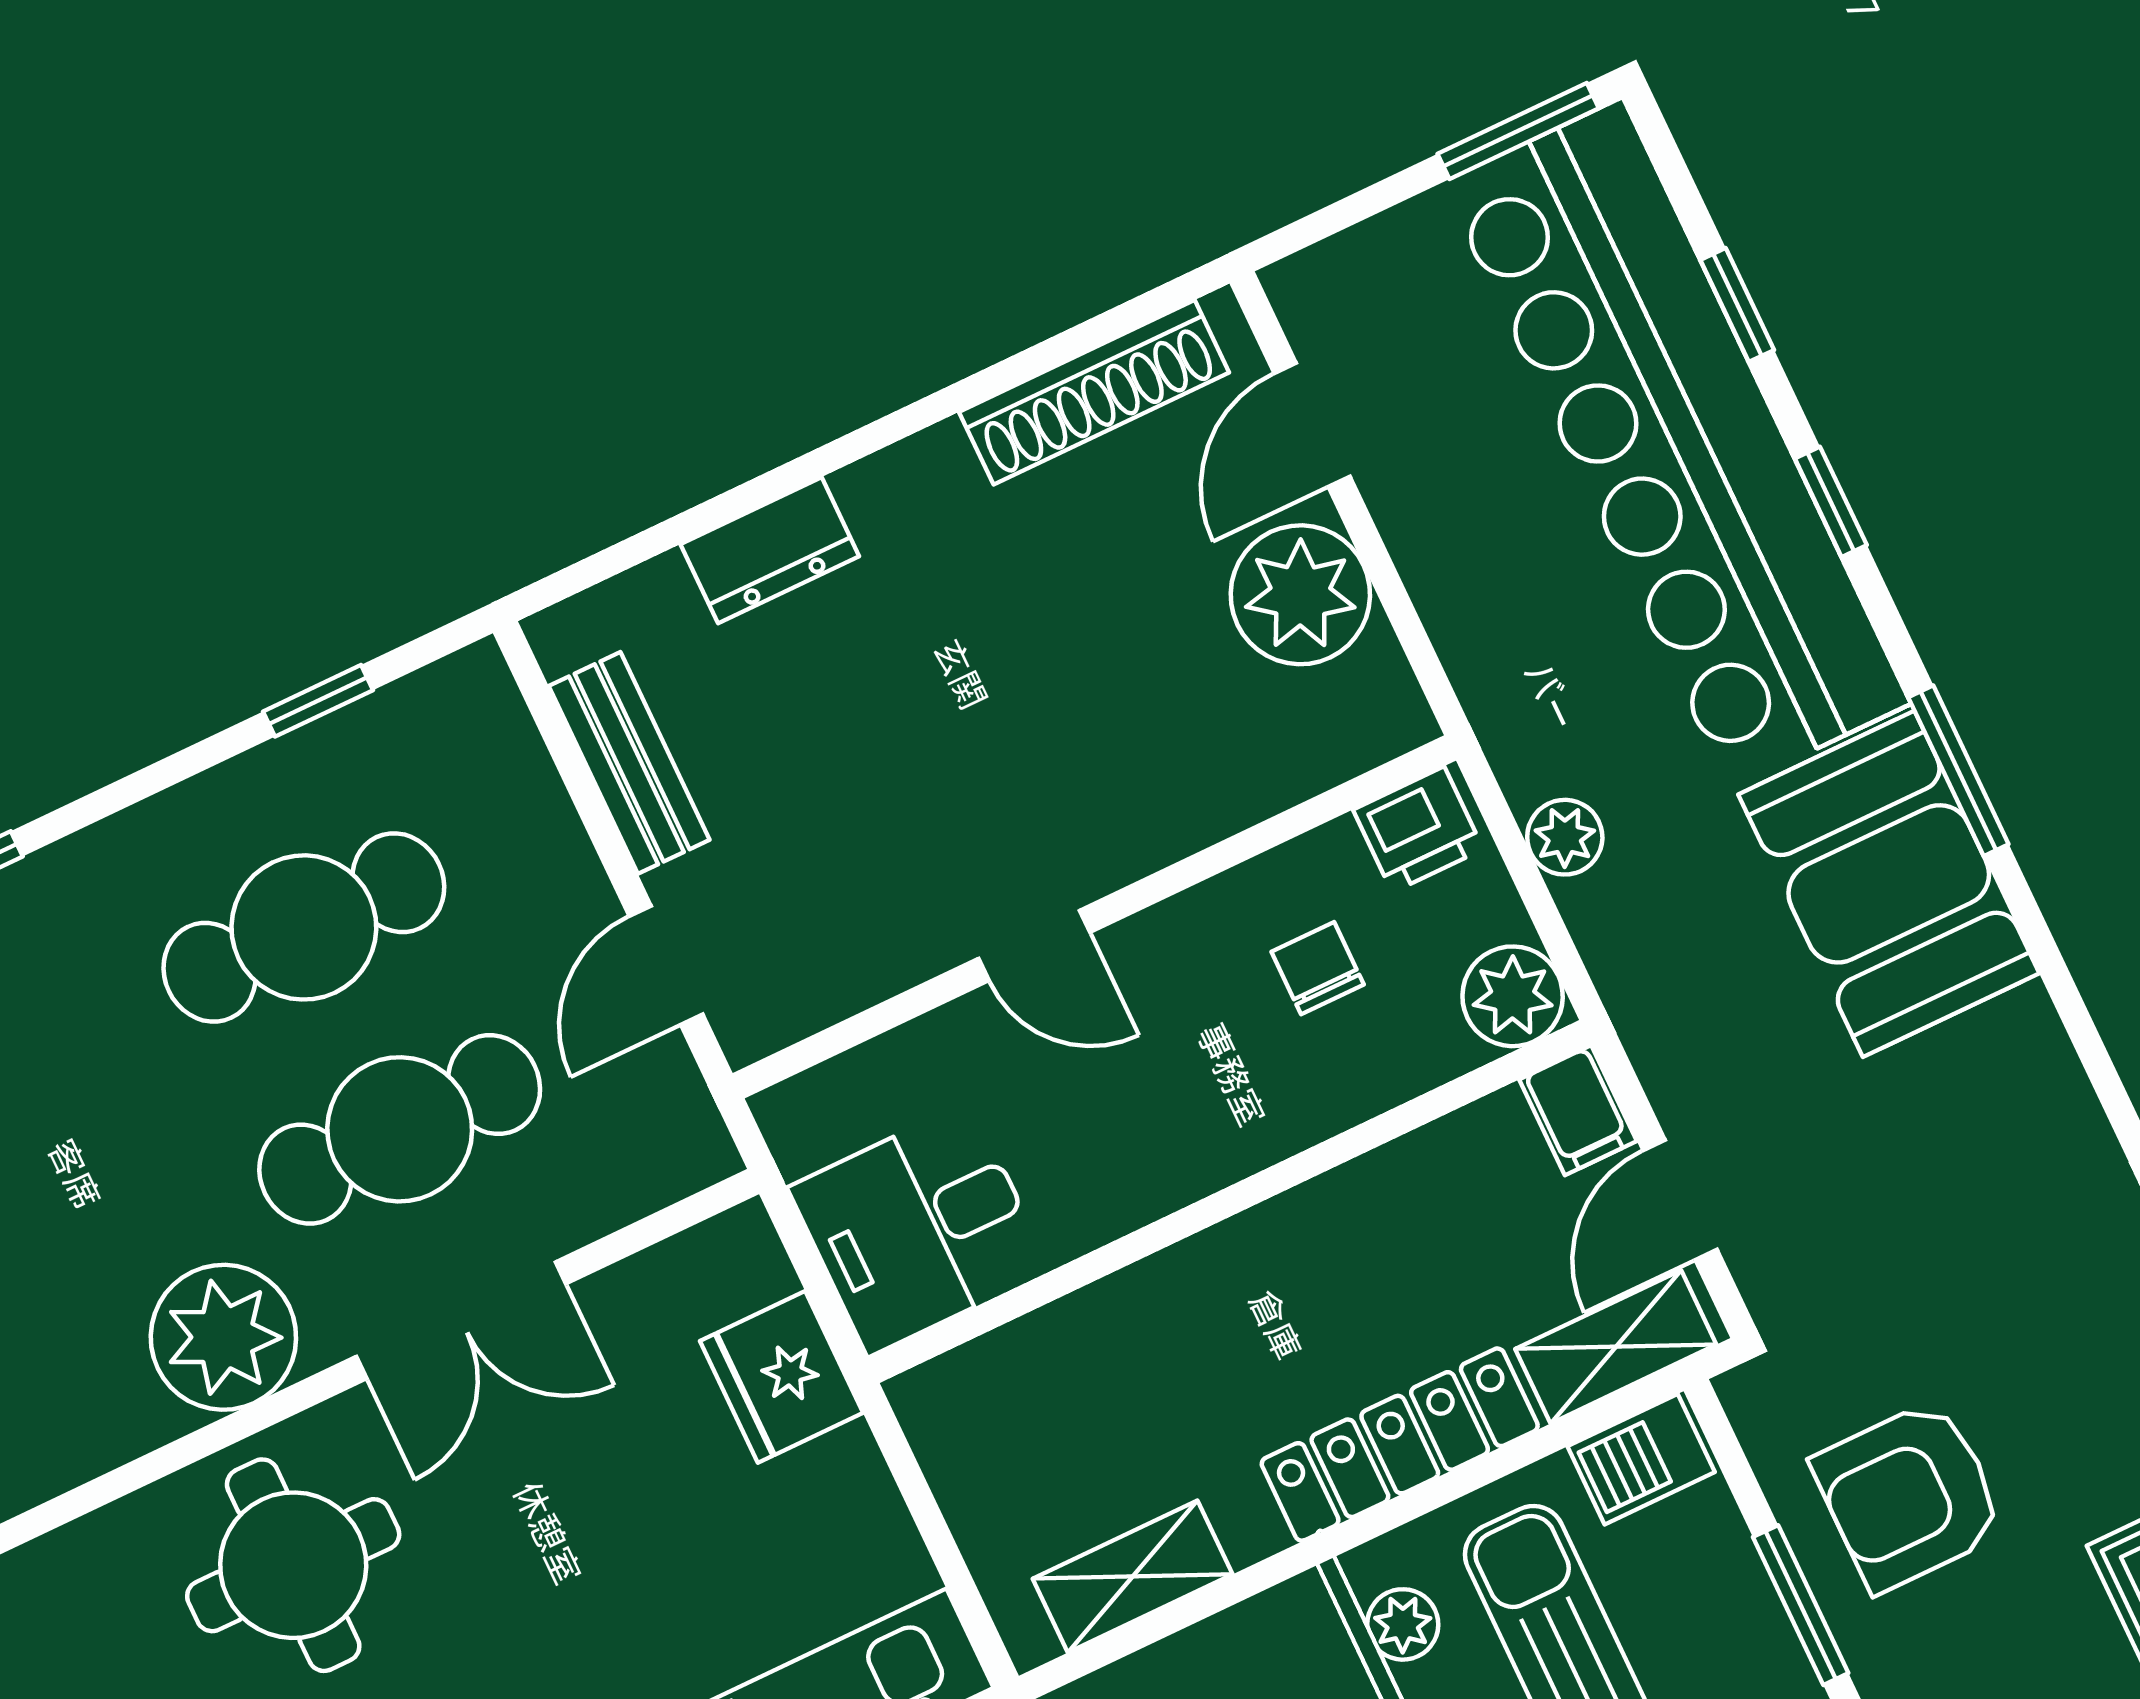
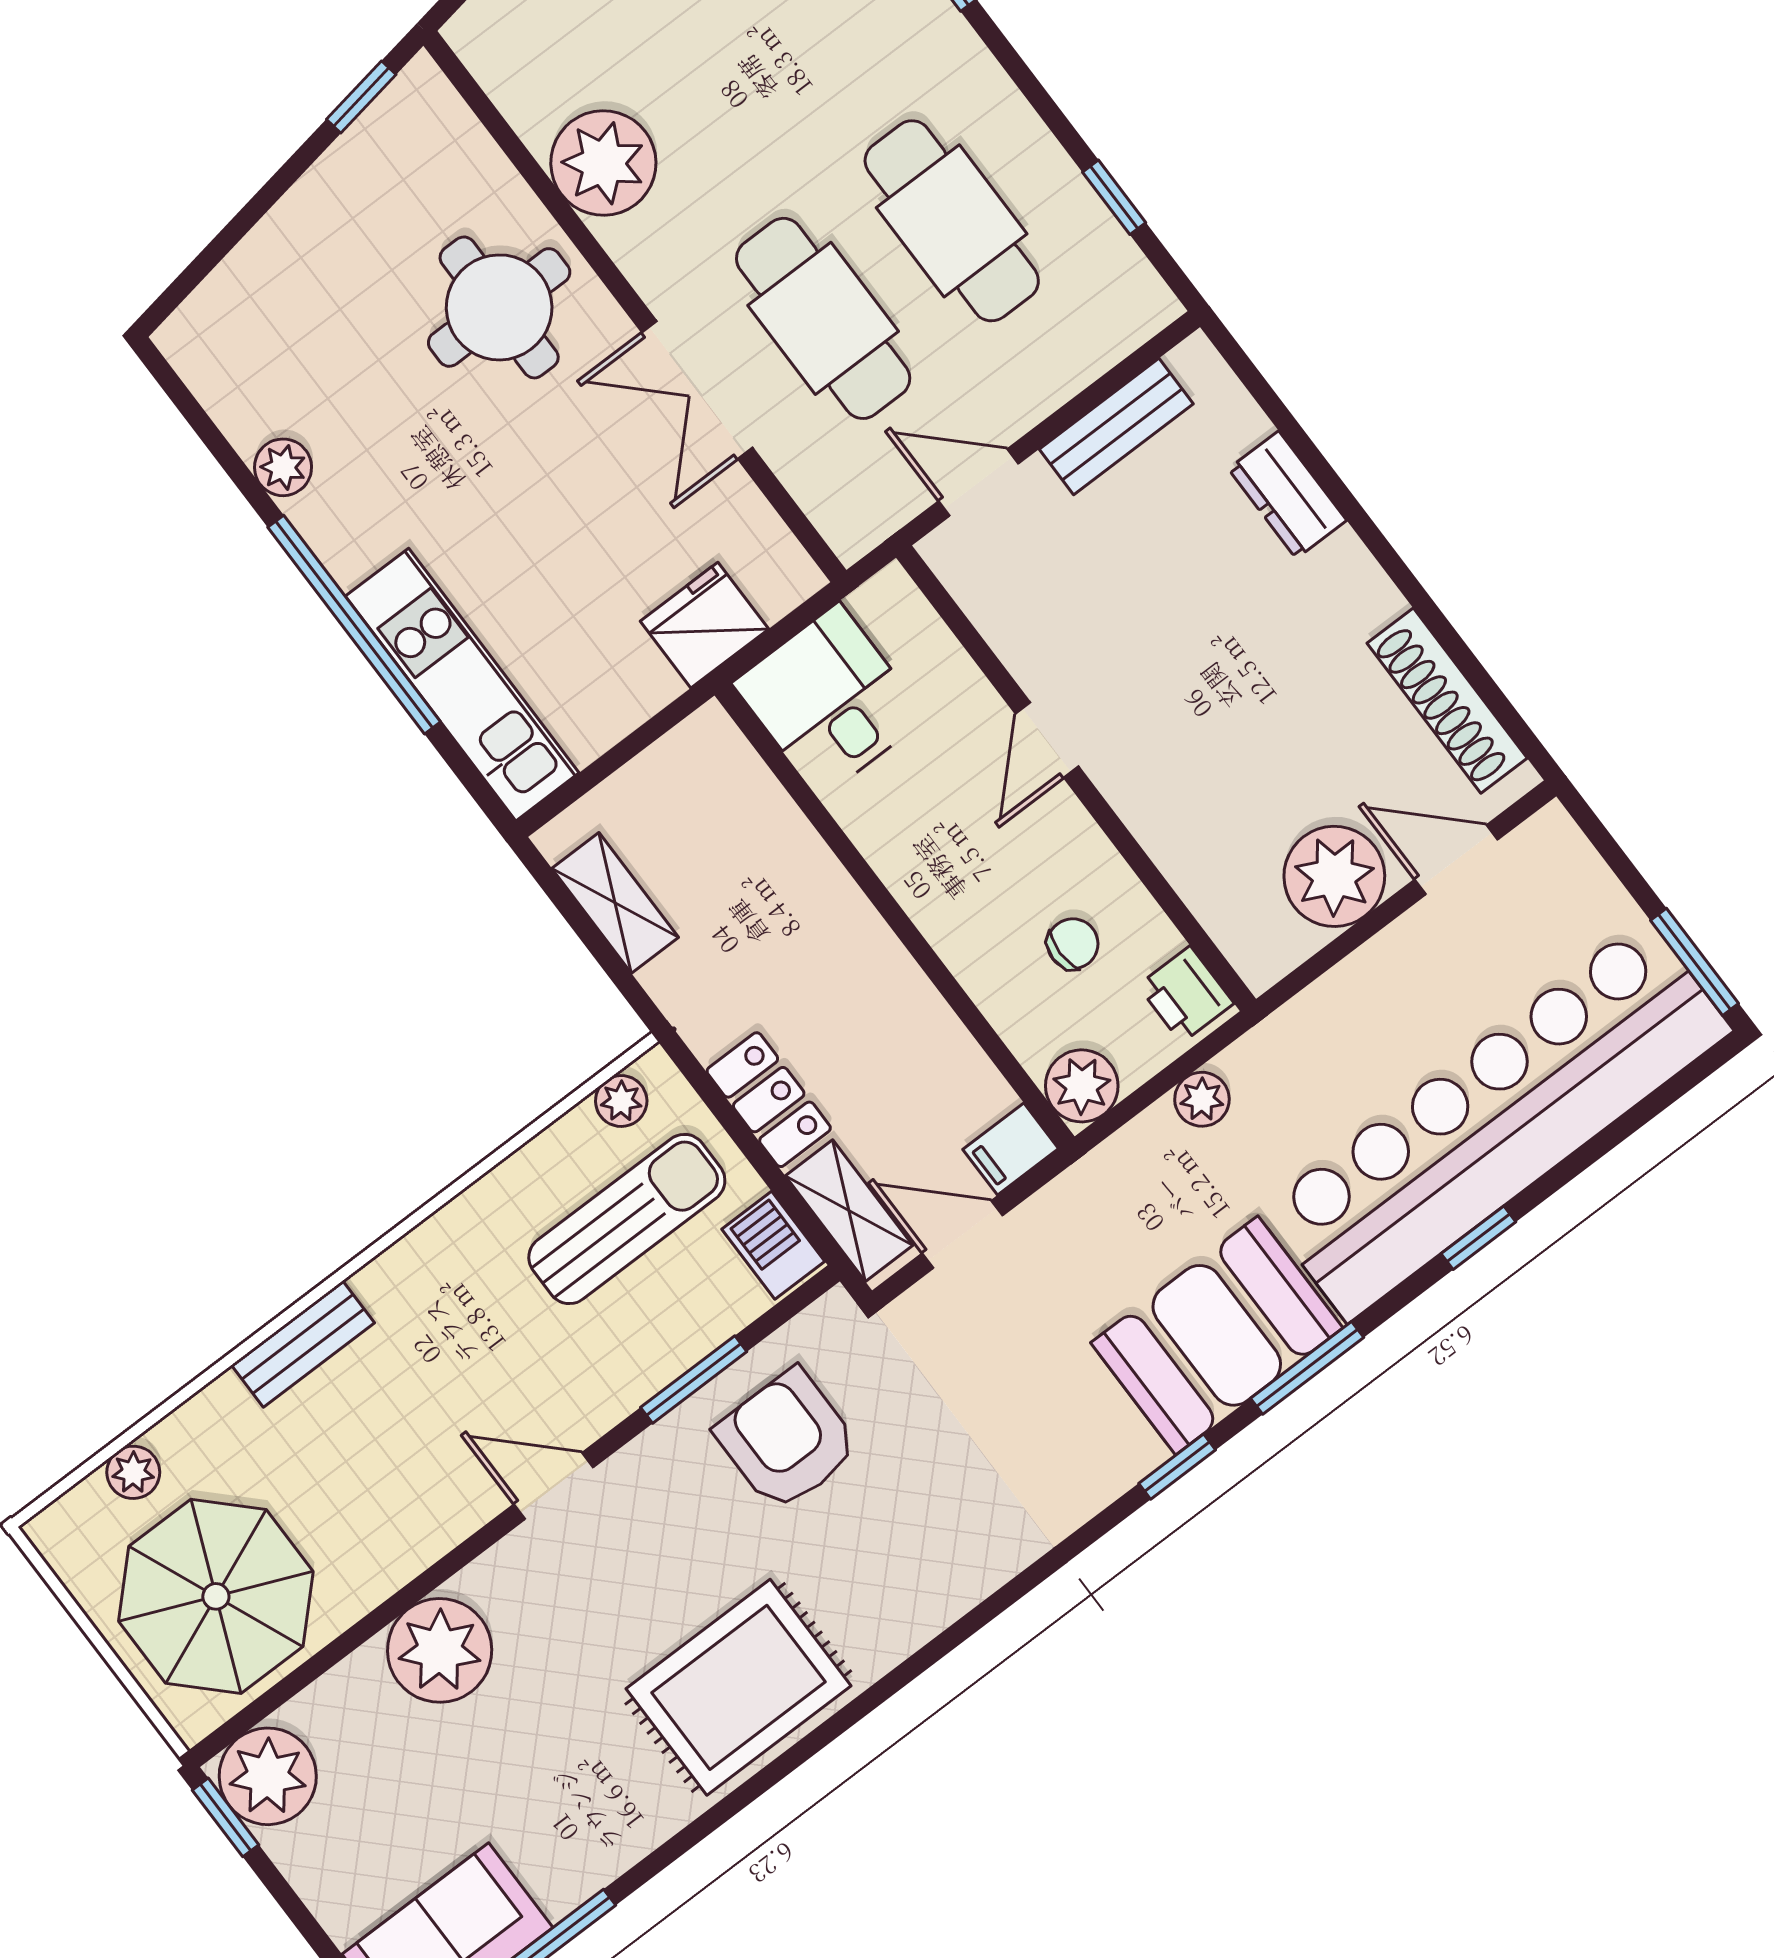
window: (1737, 305) -> (1177, 1467), moved
plant: (223, 1337) -> (603, 163), moved
locker: (1400, 1445) -> (769, 1100), width x0.66

